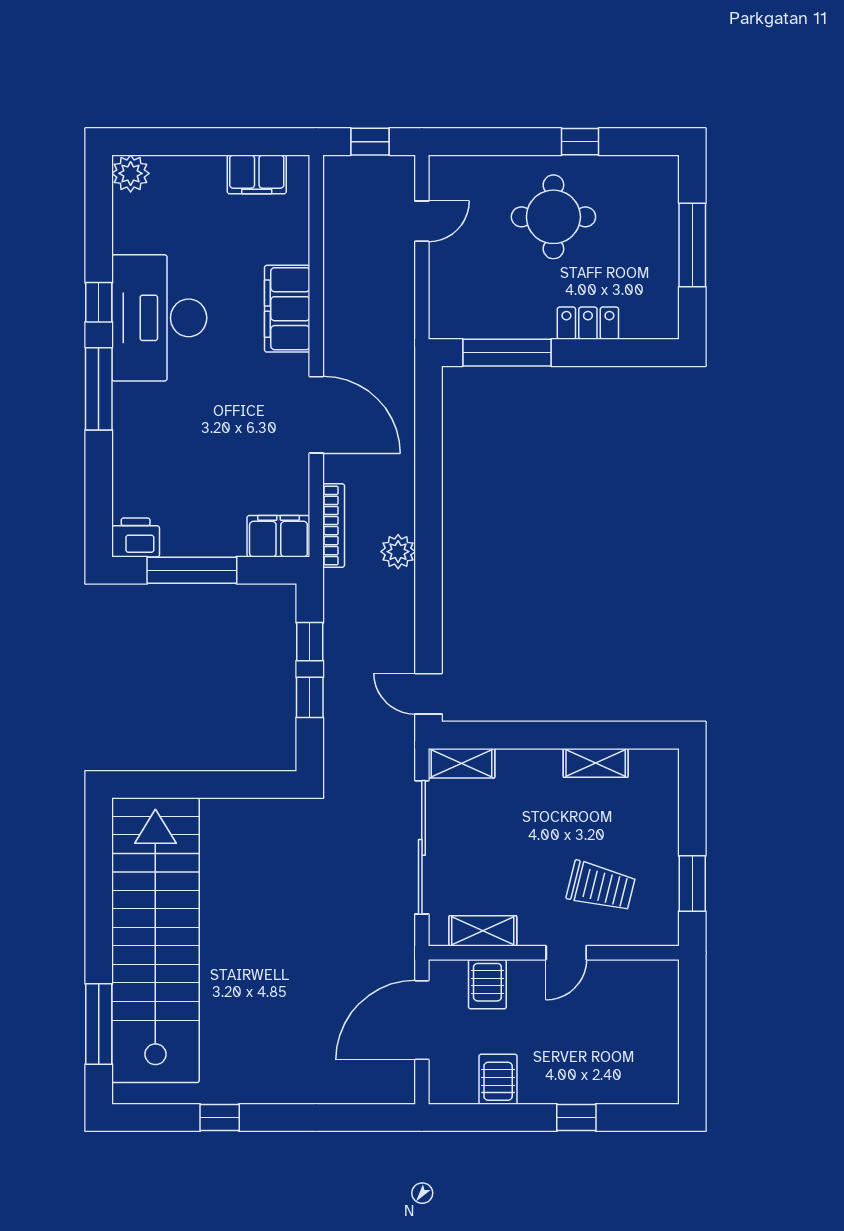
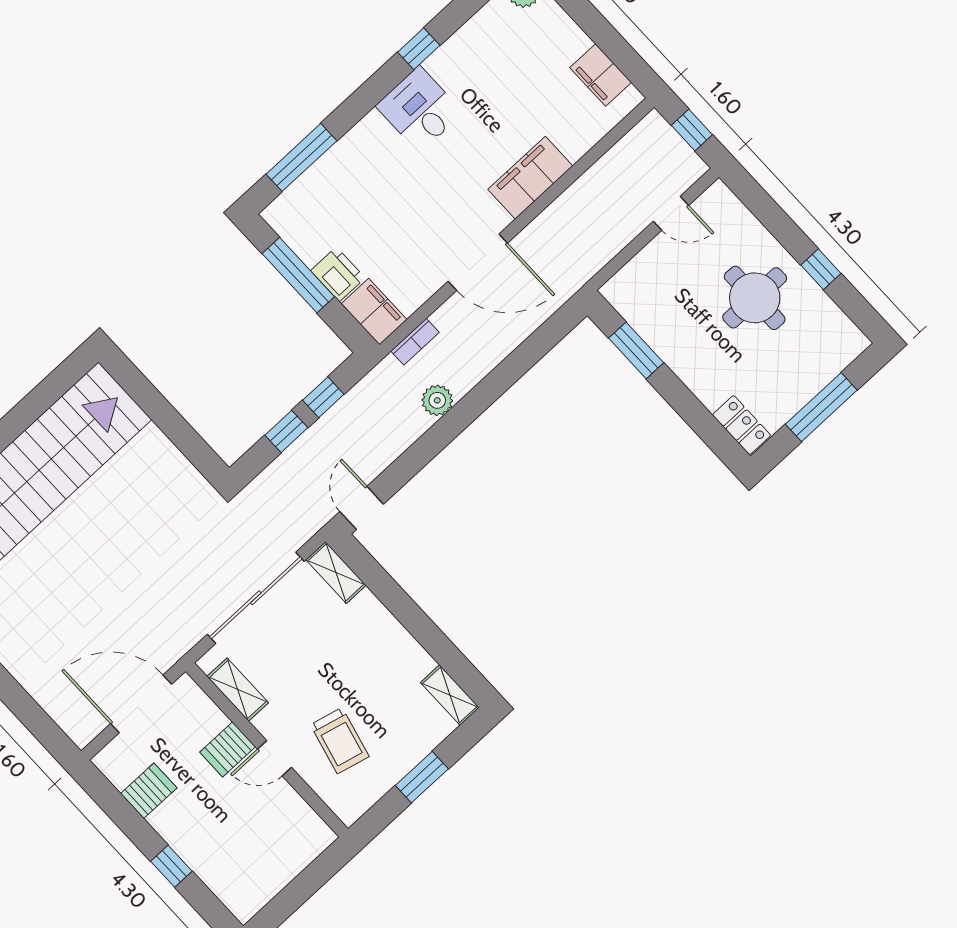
desk: (159, 318) -> (419, 109), width x0.53, depth x0.77
locker: (588, 323) -> (742, 425), moved
window: (507, 353) -> (636, 350), width x0.69
window: (99, 389) -> (301, 157), moved
door: (316, 415) -> (478, 262), hinge flipped
bookcase: (334, 526) -> (415, 342), width x0.64
printer: (136, 537) -> (338, 274), moved
shelving: (596, 763) -> (450, 695), moved
window: (692, 884) -> (422, 777), moved
server rack: (487, 984) -> (228, 749), moved

